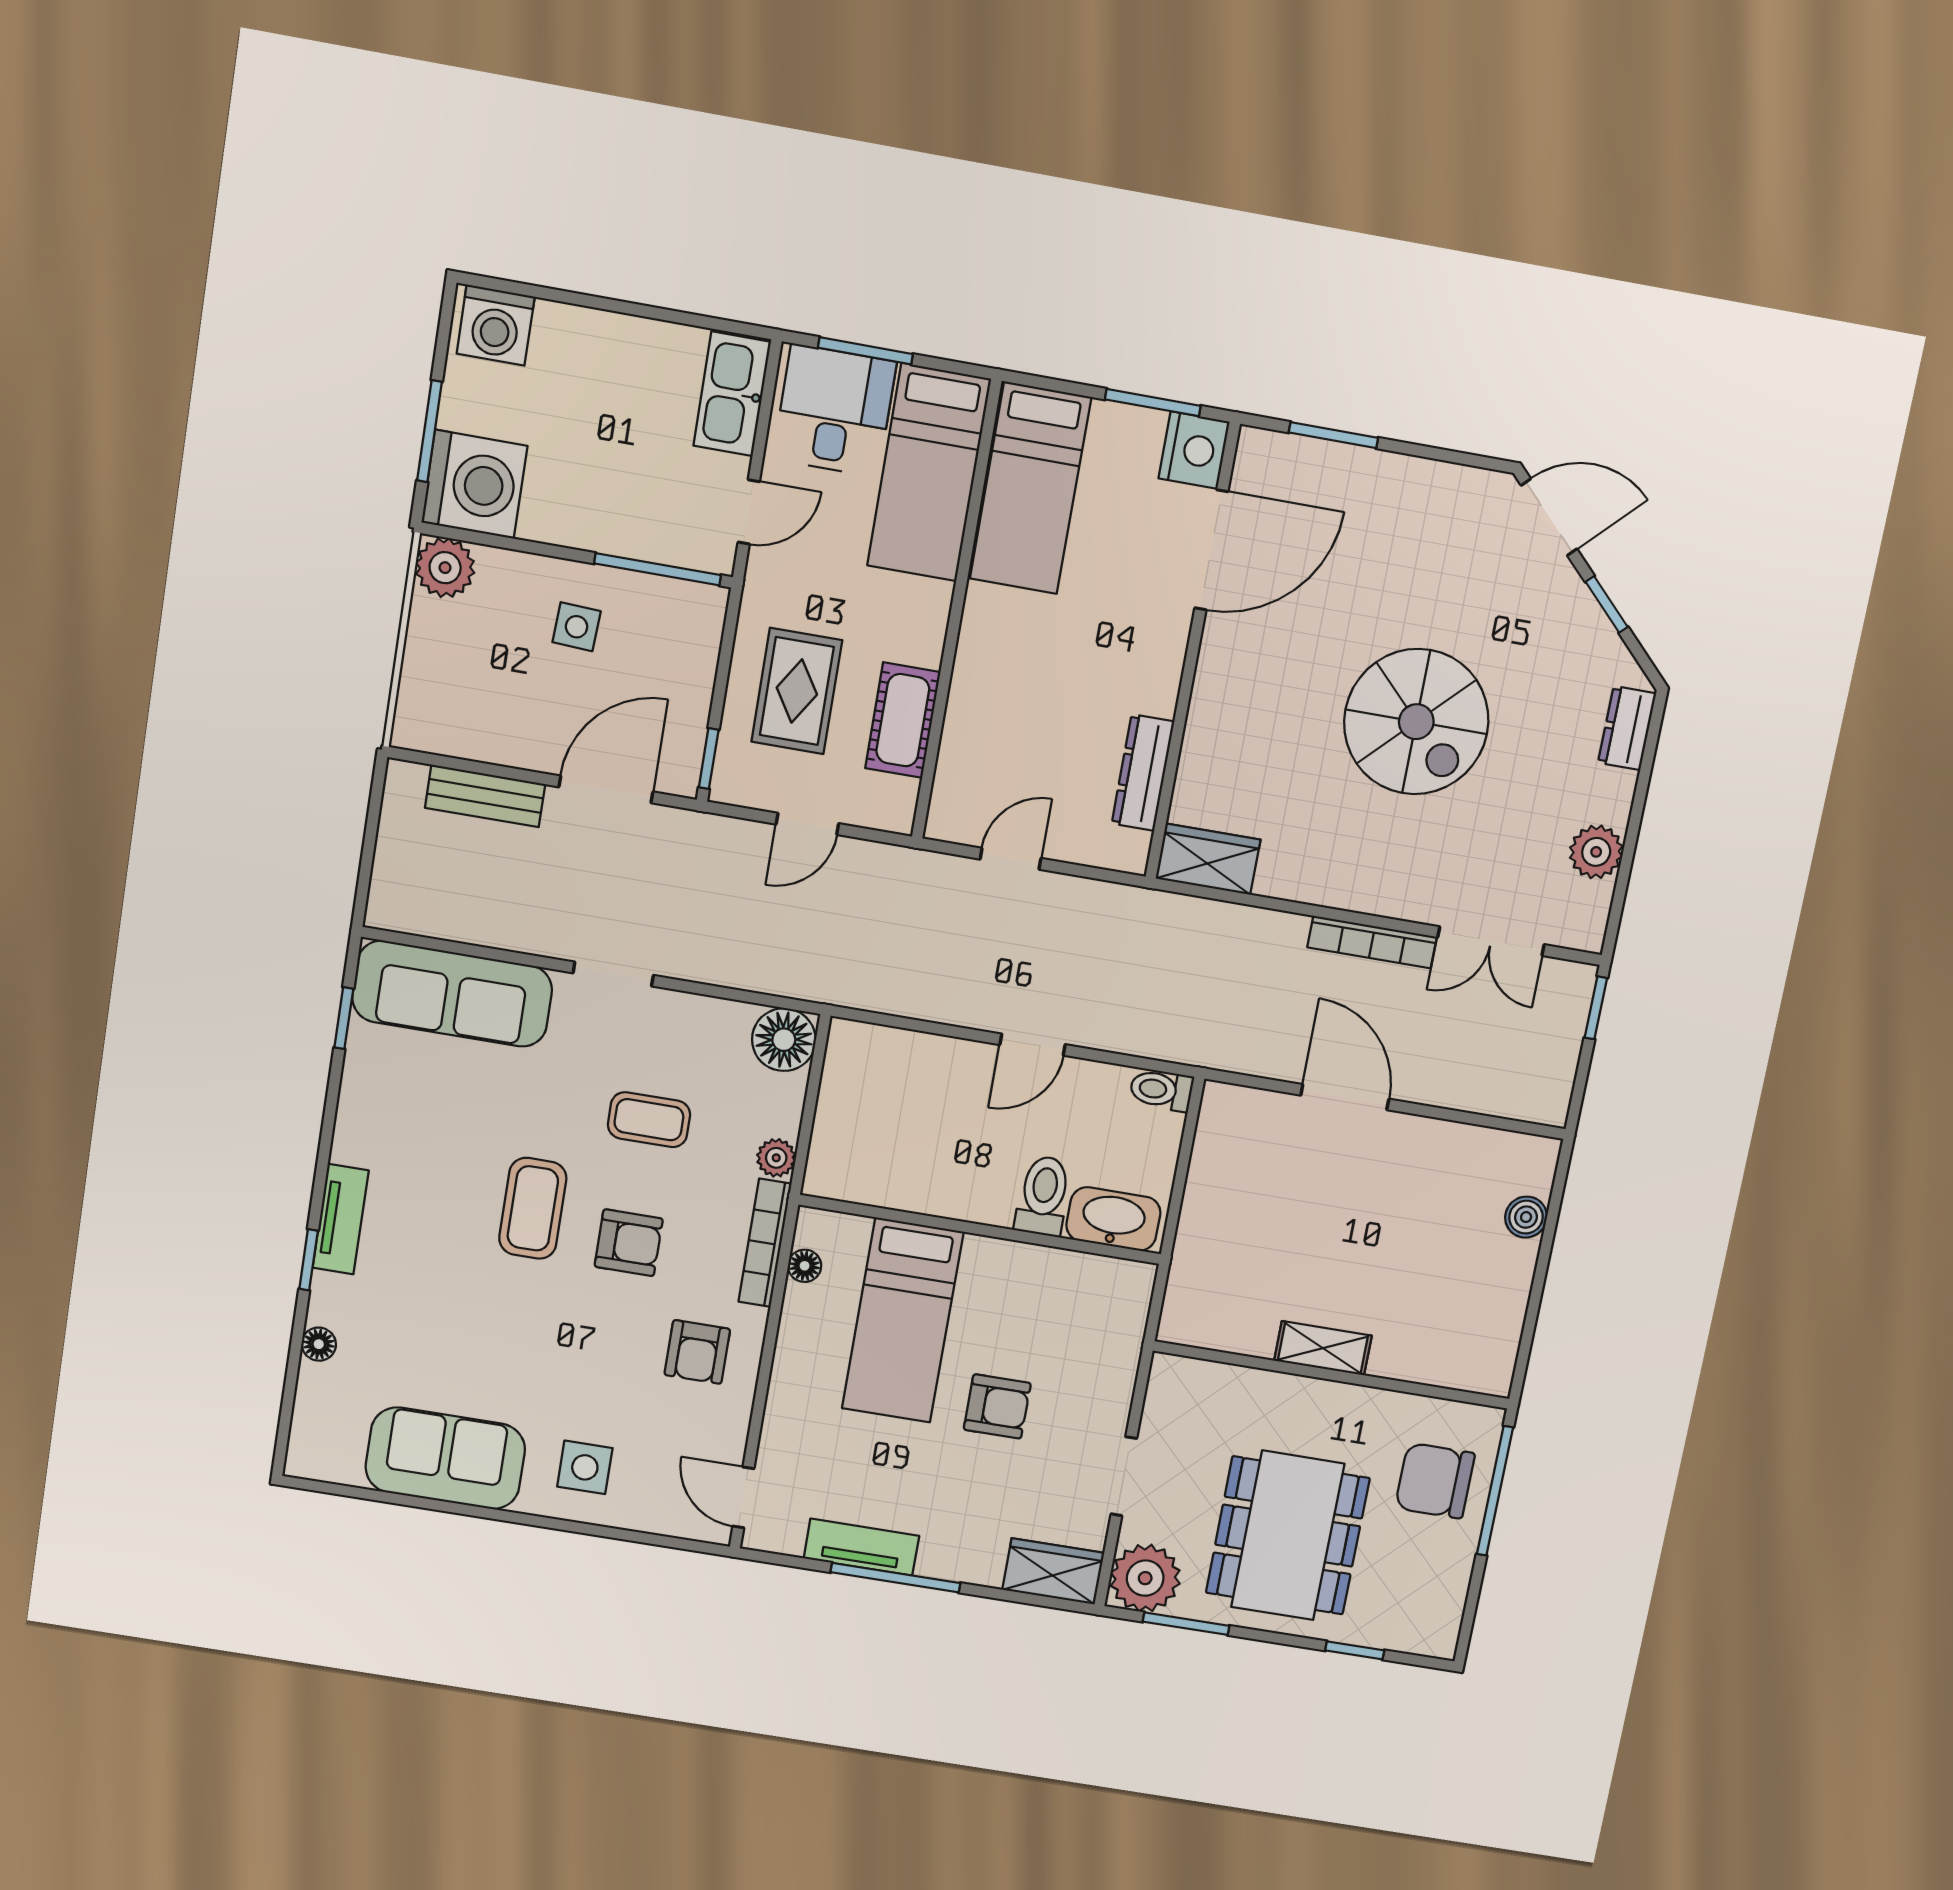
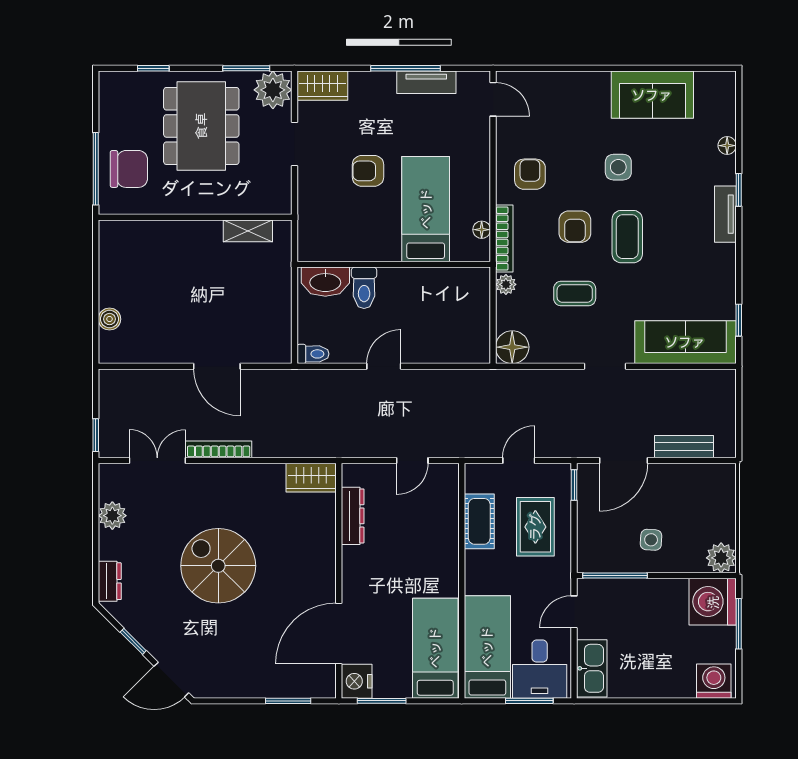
armchair: (629, 1243) -> (575, 227), turned -90
shelving: (1323, 1348) -> (248, 231), moved
side table: (585, 1467) -> (618, 167), moved

